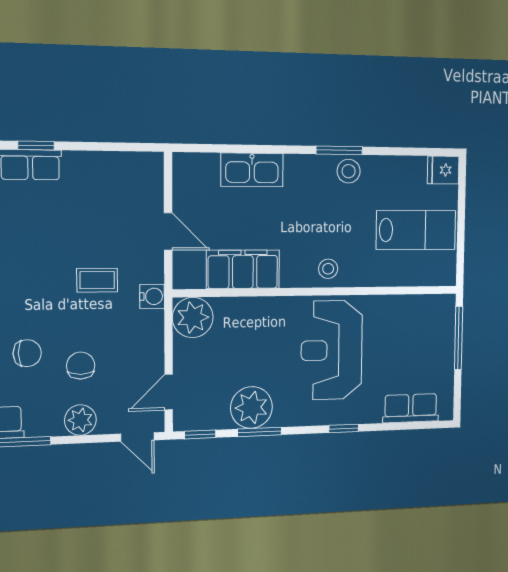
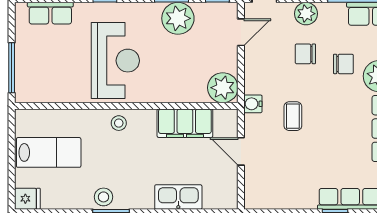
lab bench: (416, 230) -> (49, 152), turned 180
coffee table: (97, 280) -> (293, 116), turned 90
chair: (27, 353) -> (343, 64), turned 180
chair: (81, 366) -> (305, 54), turned 90

